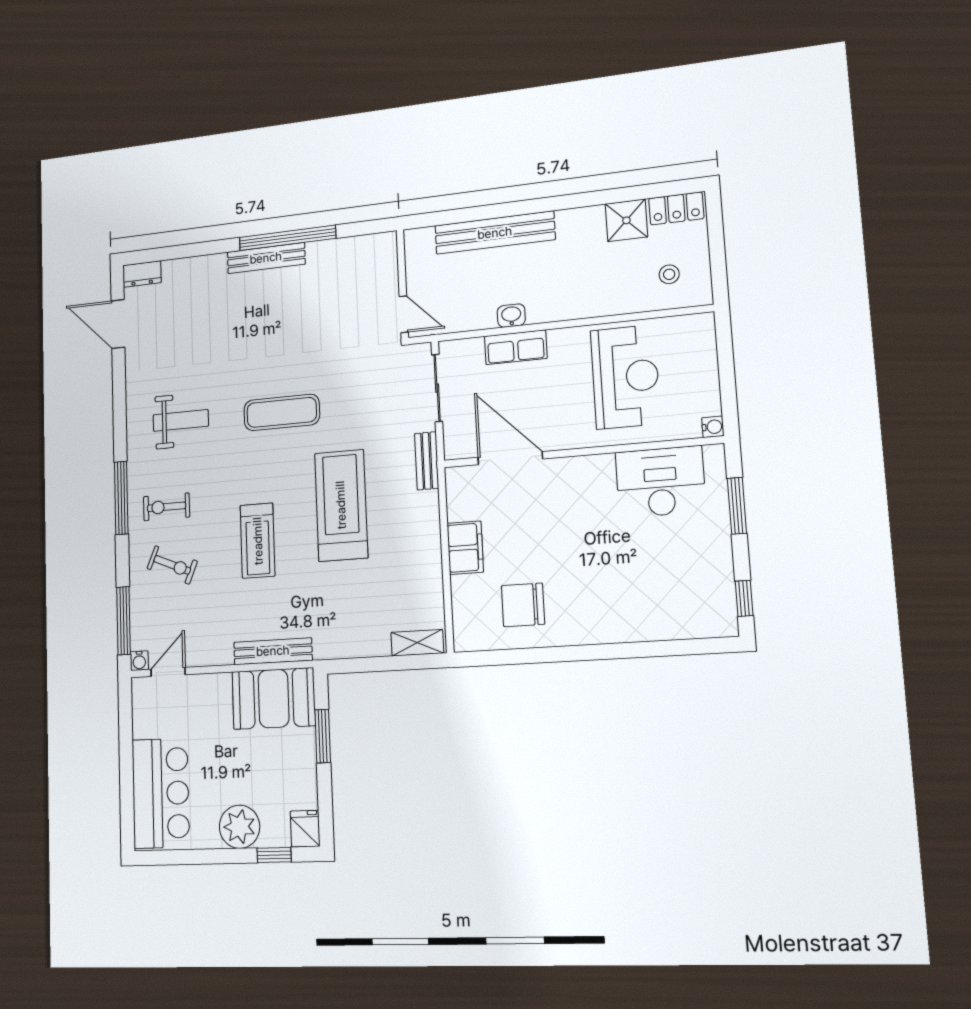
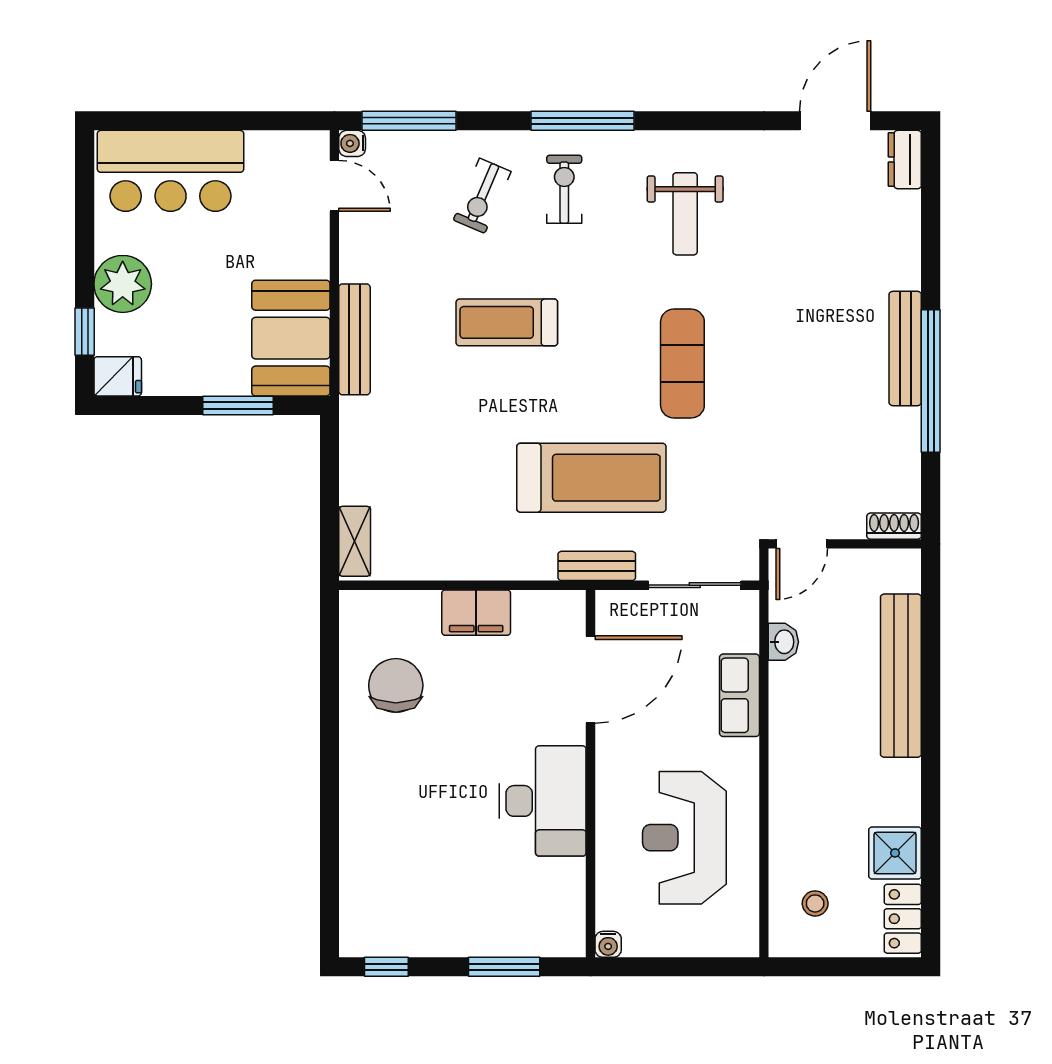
shoe rack: (388, 251) -> (894, 526), added
washbasin: (511, 316) -> (783, 642), moved
reception desk: (625, 377) -> (684, 838), turned 90
desk: (660, 482) -> (543, 801), moved
treadmill: (341, 505) -> (591, 478), moved

